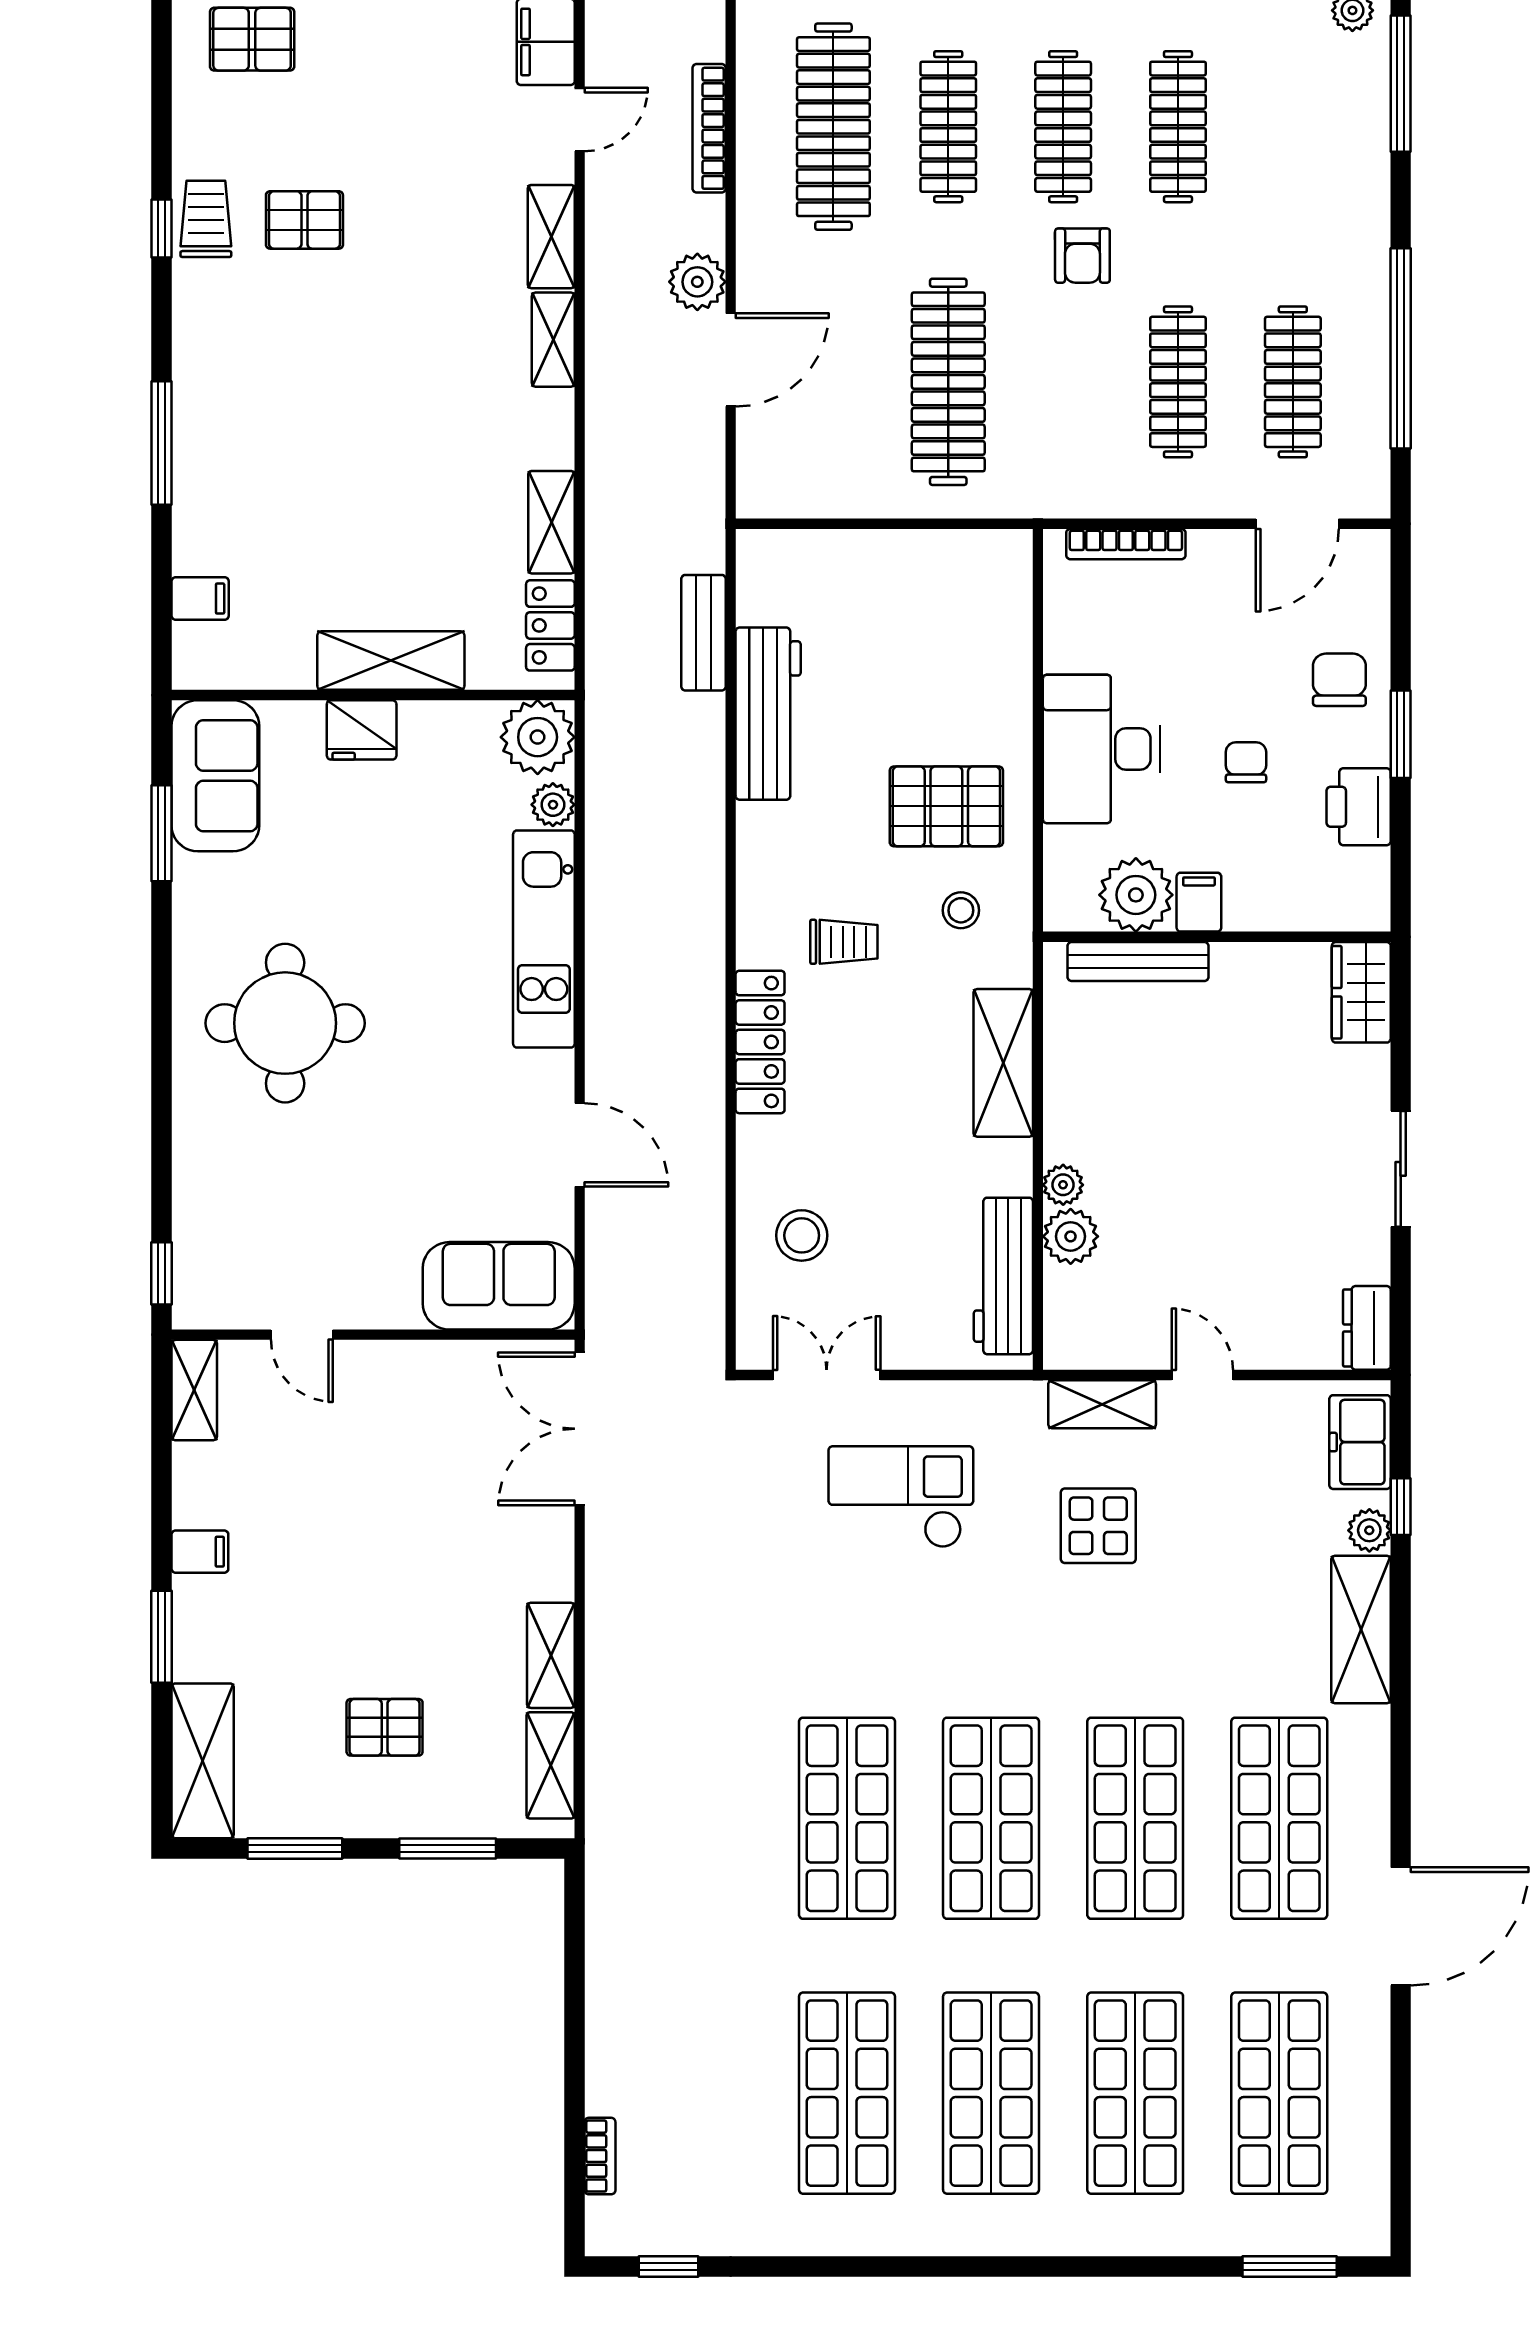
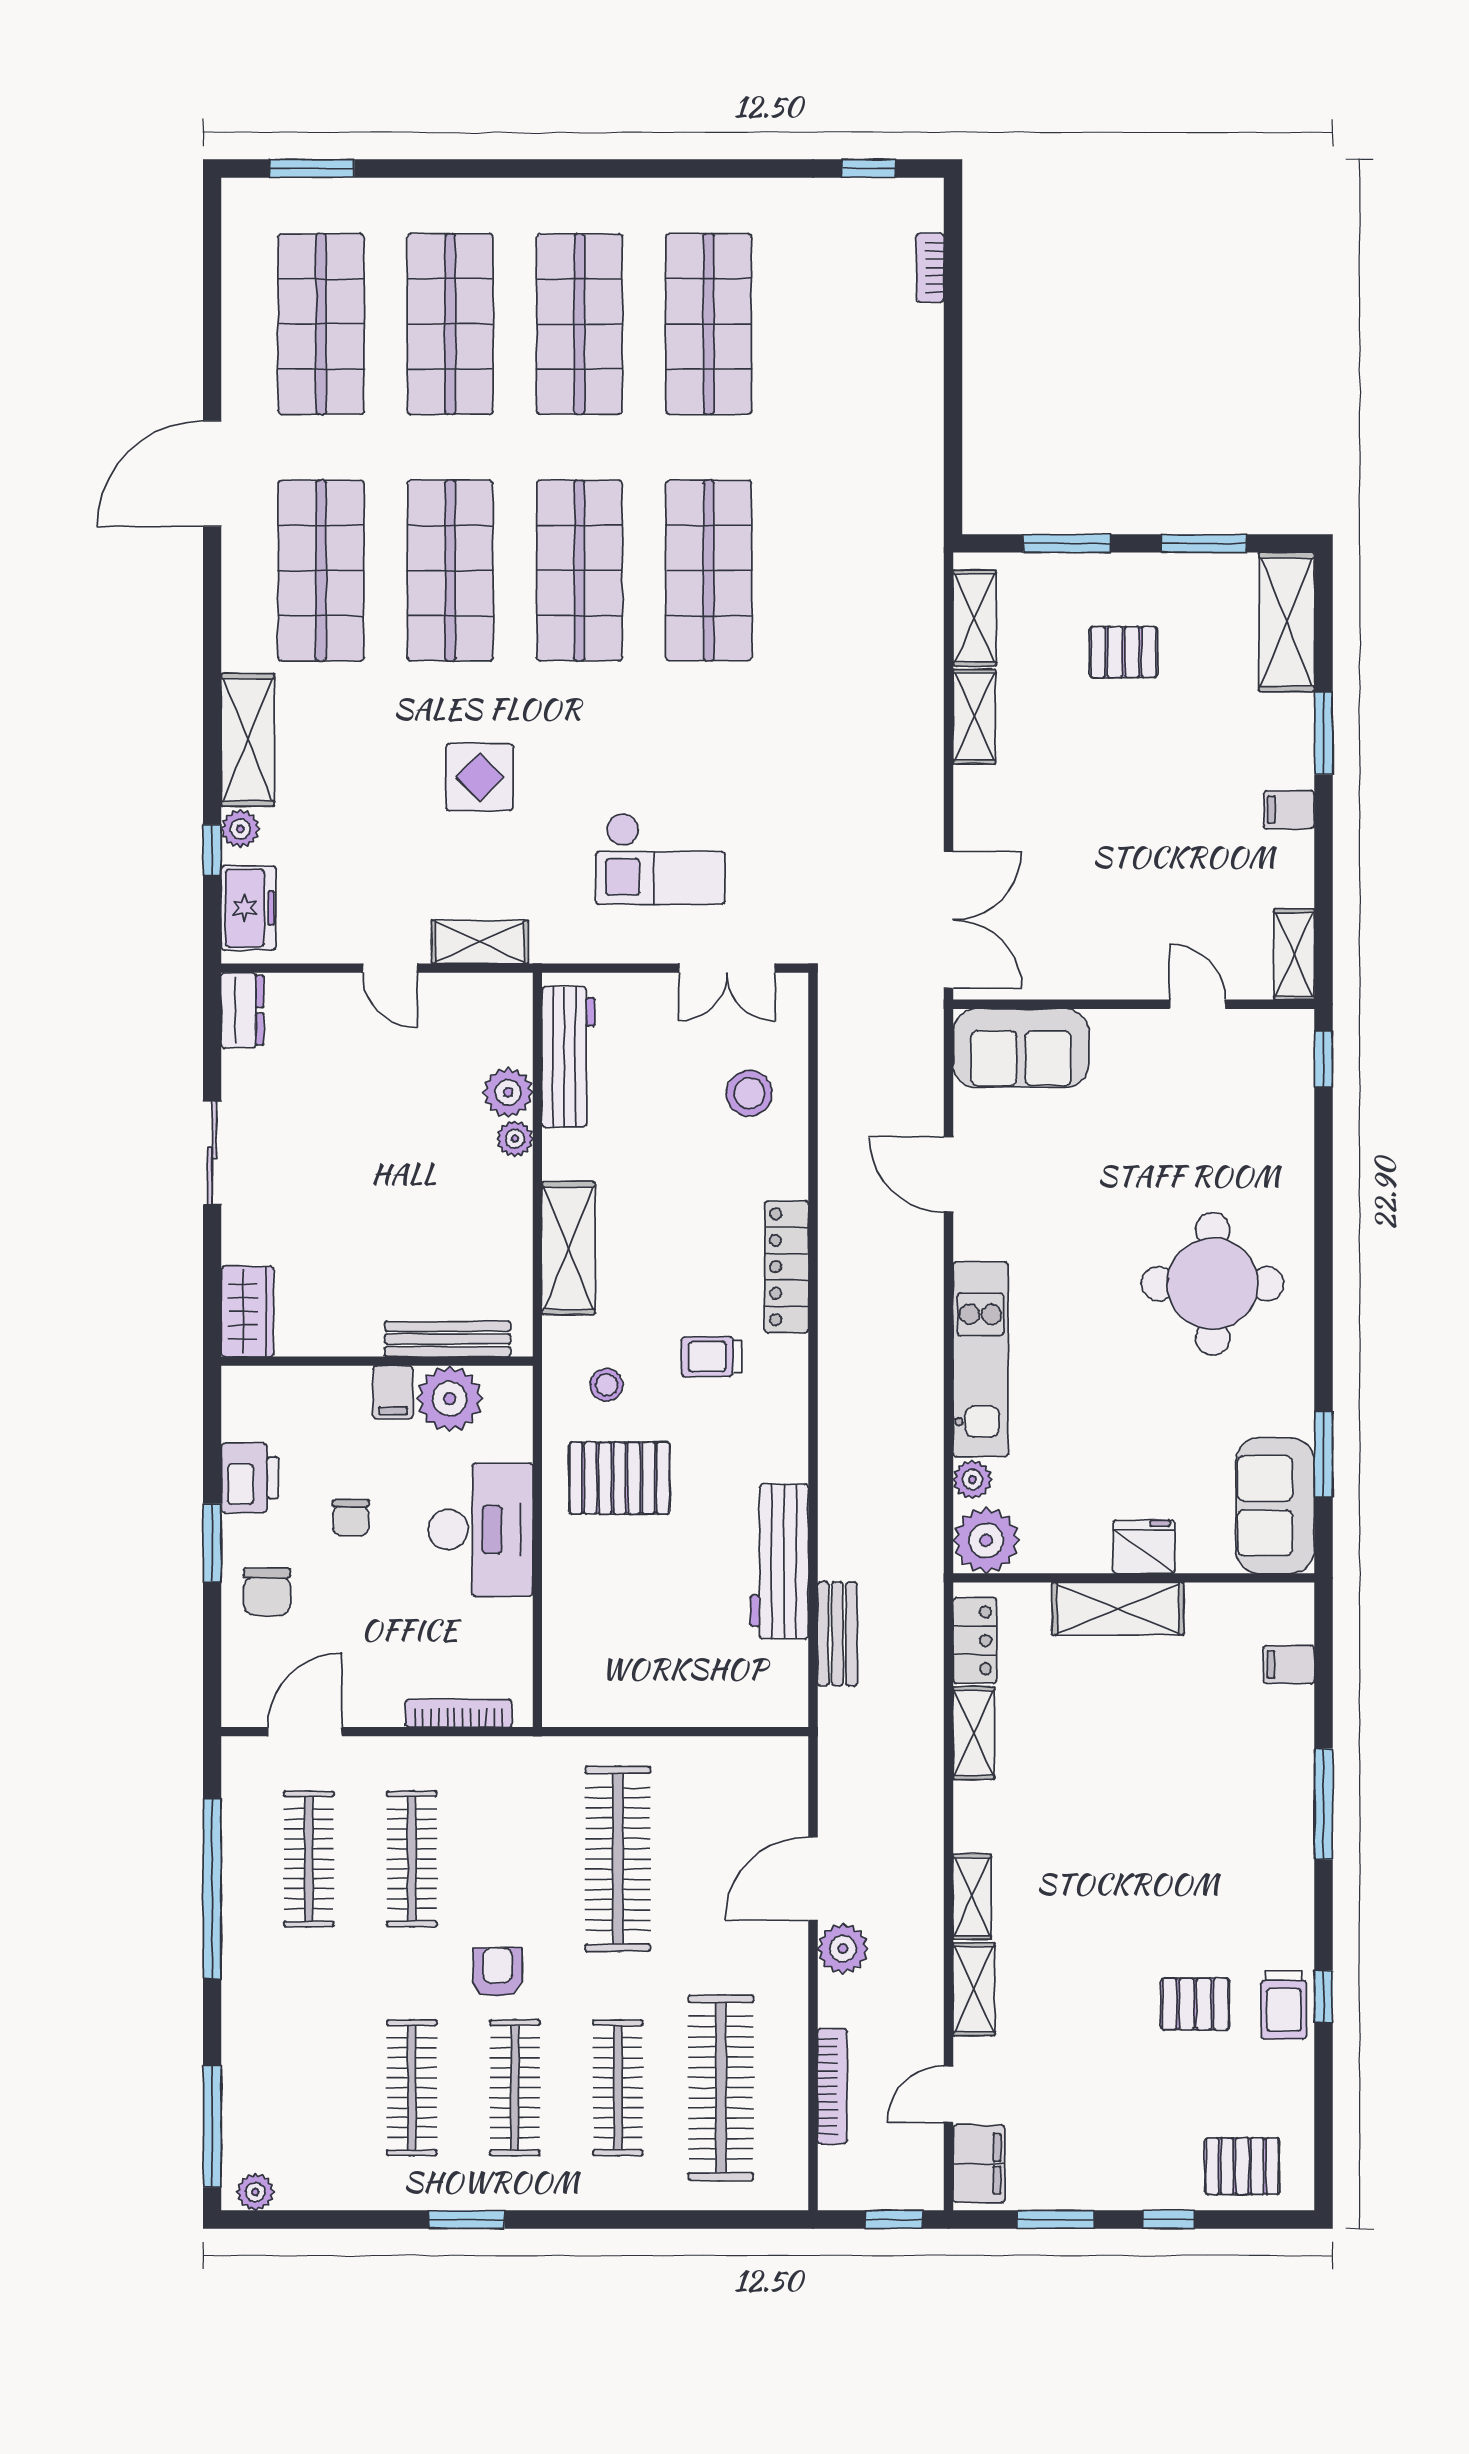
display table: (1098, 1526) -> (480, 777), moved

